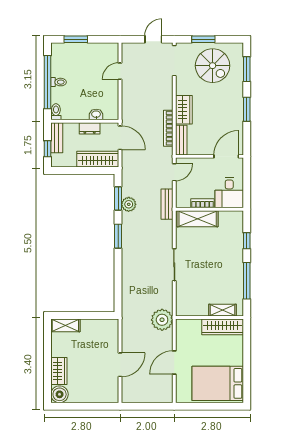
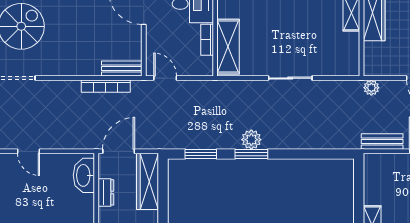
wardrobe: (184, 110) -> (81, 65), removed
washbasin: (96, 114) -> (84, 175), width x1.91, depth x1.45
plant: (129, 204) -> (251, 140), moved
bench: (167, 204) -> (382, 142), moved
plant: (162, 320) -> (371, 88), width x0.53, depth x0.53

